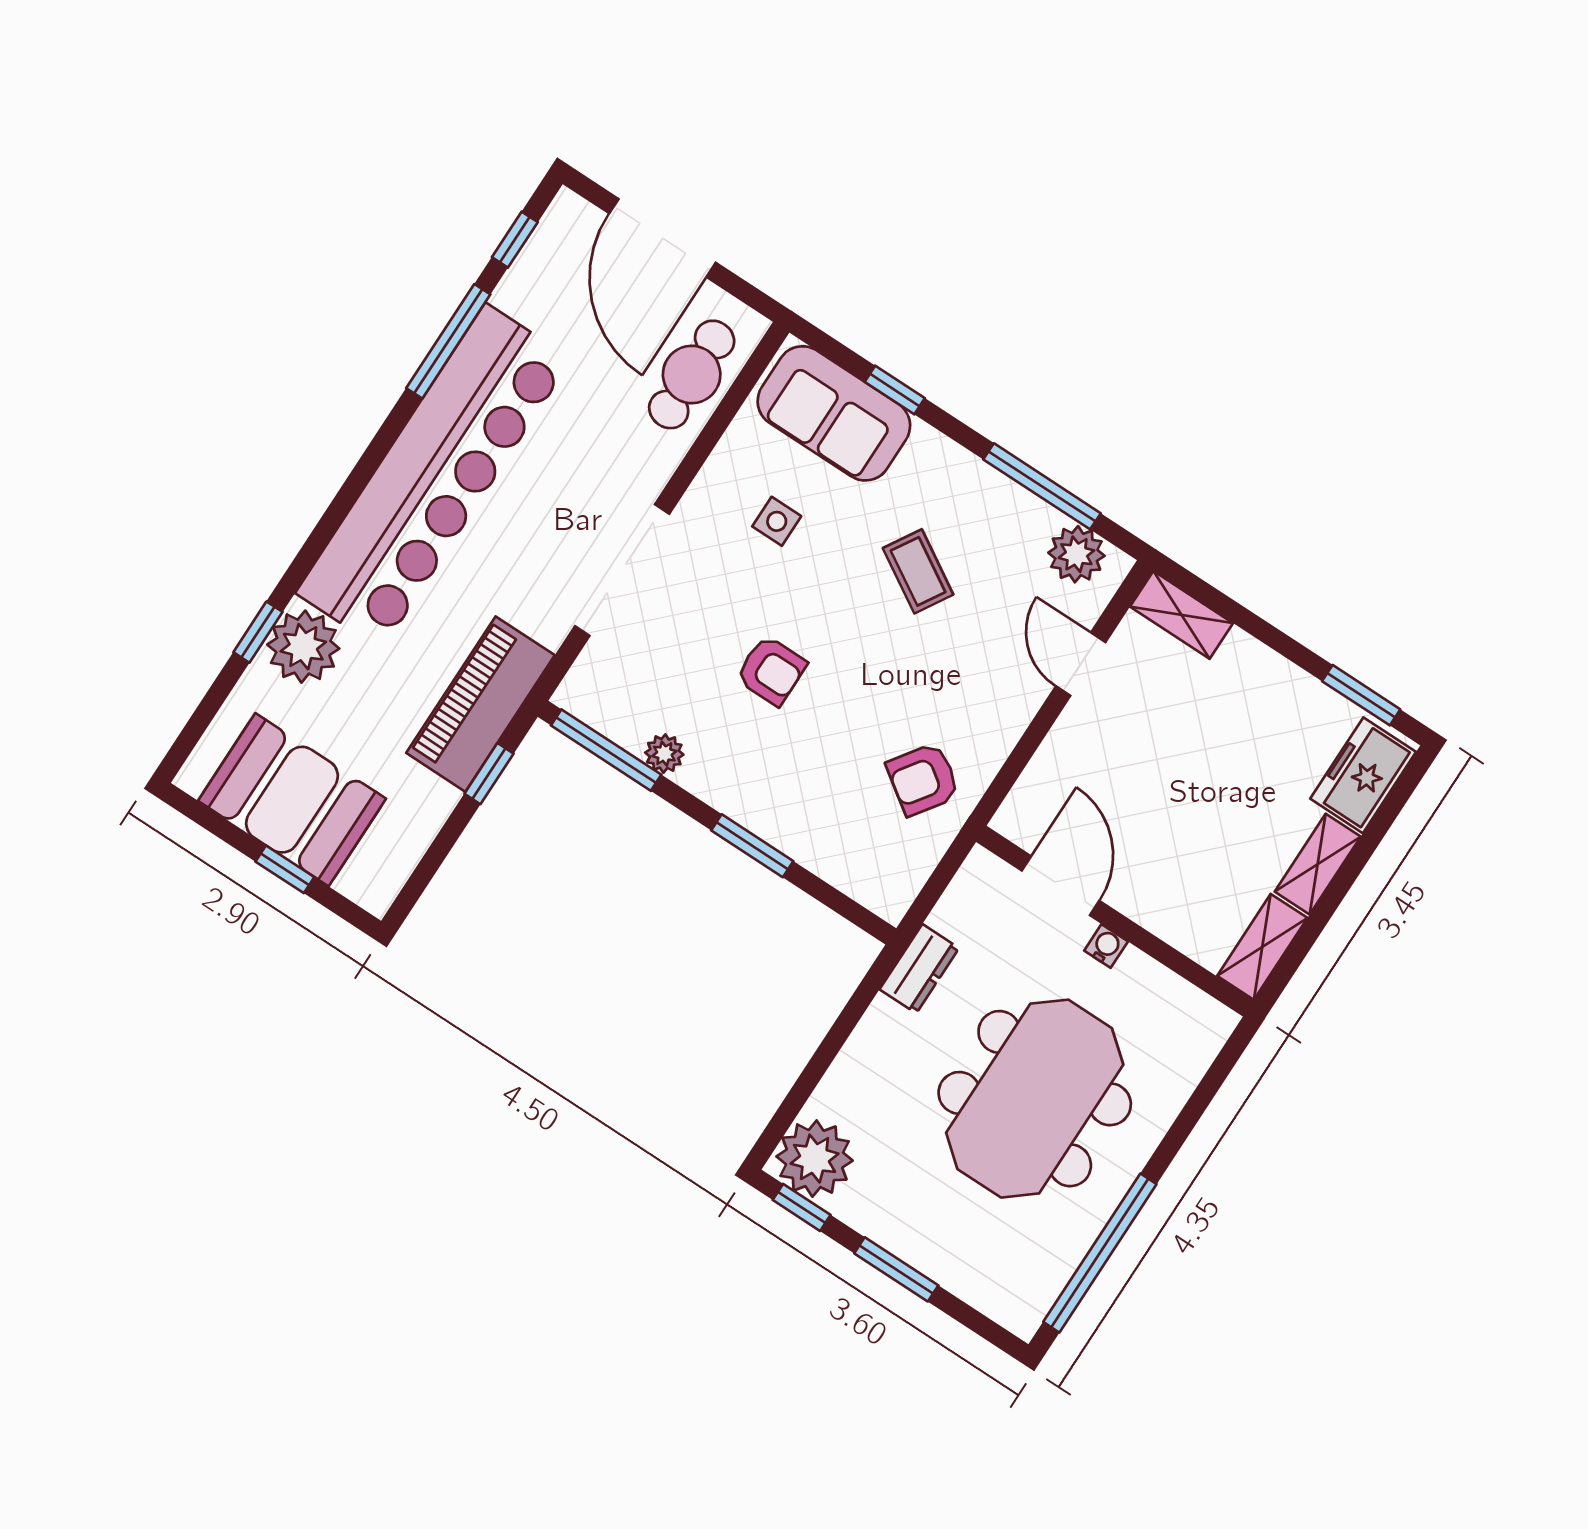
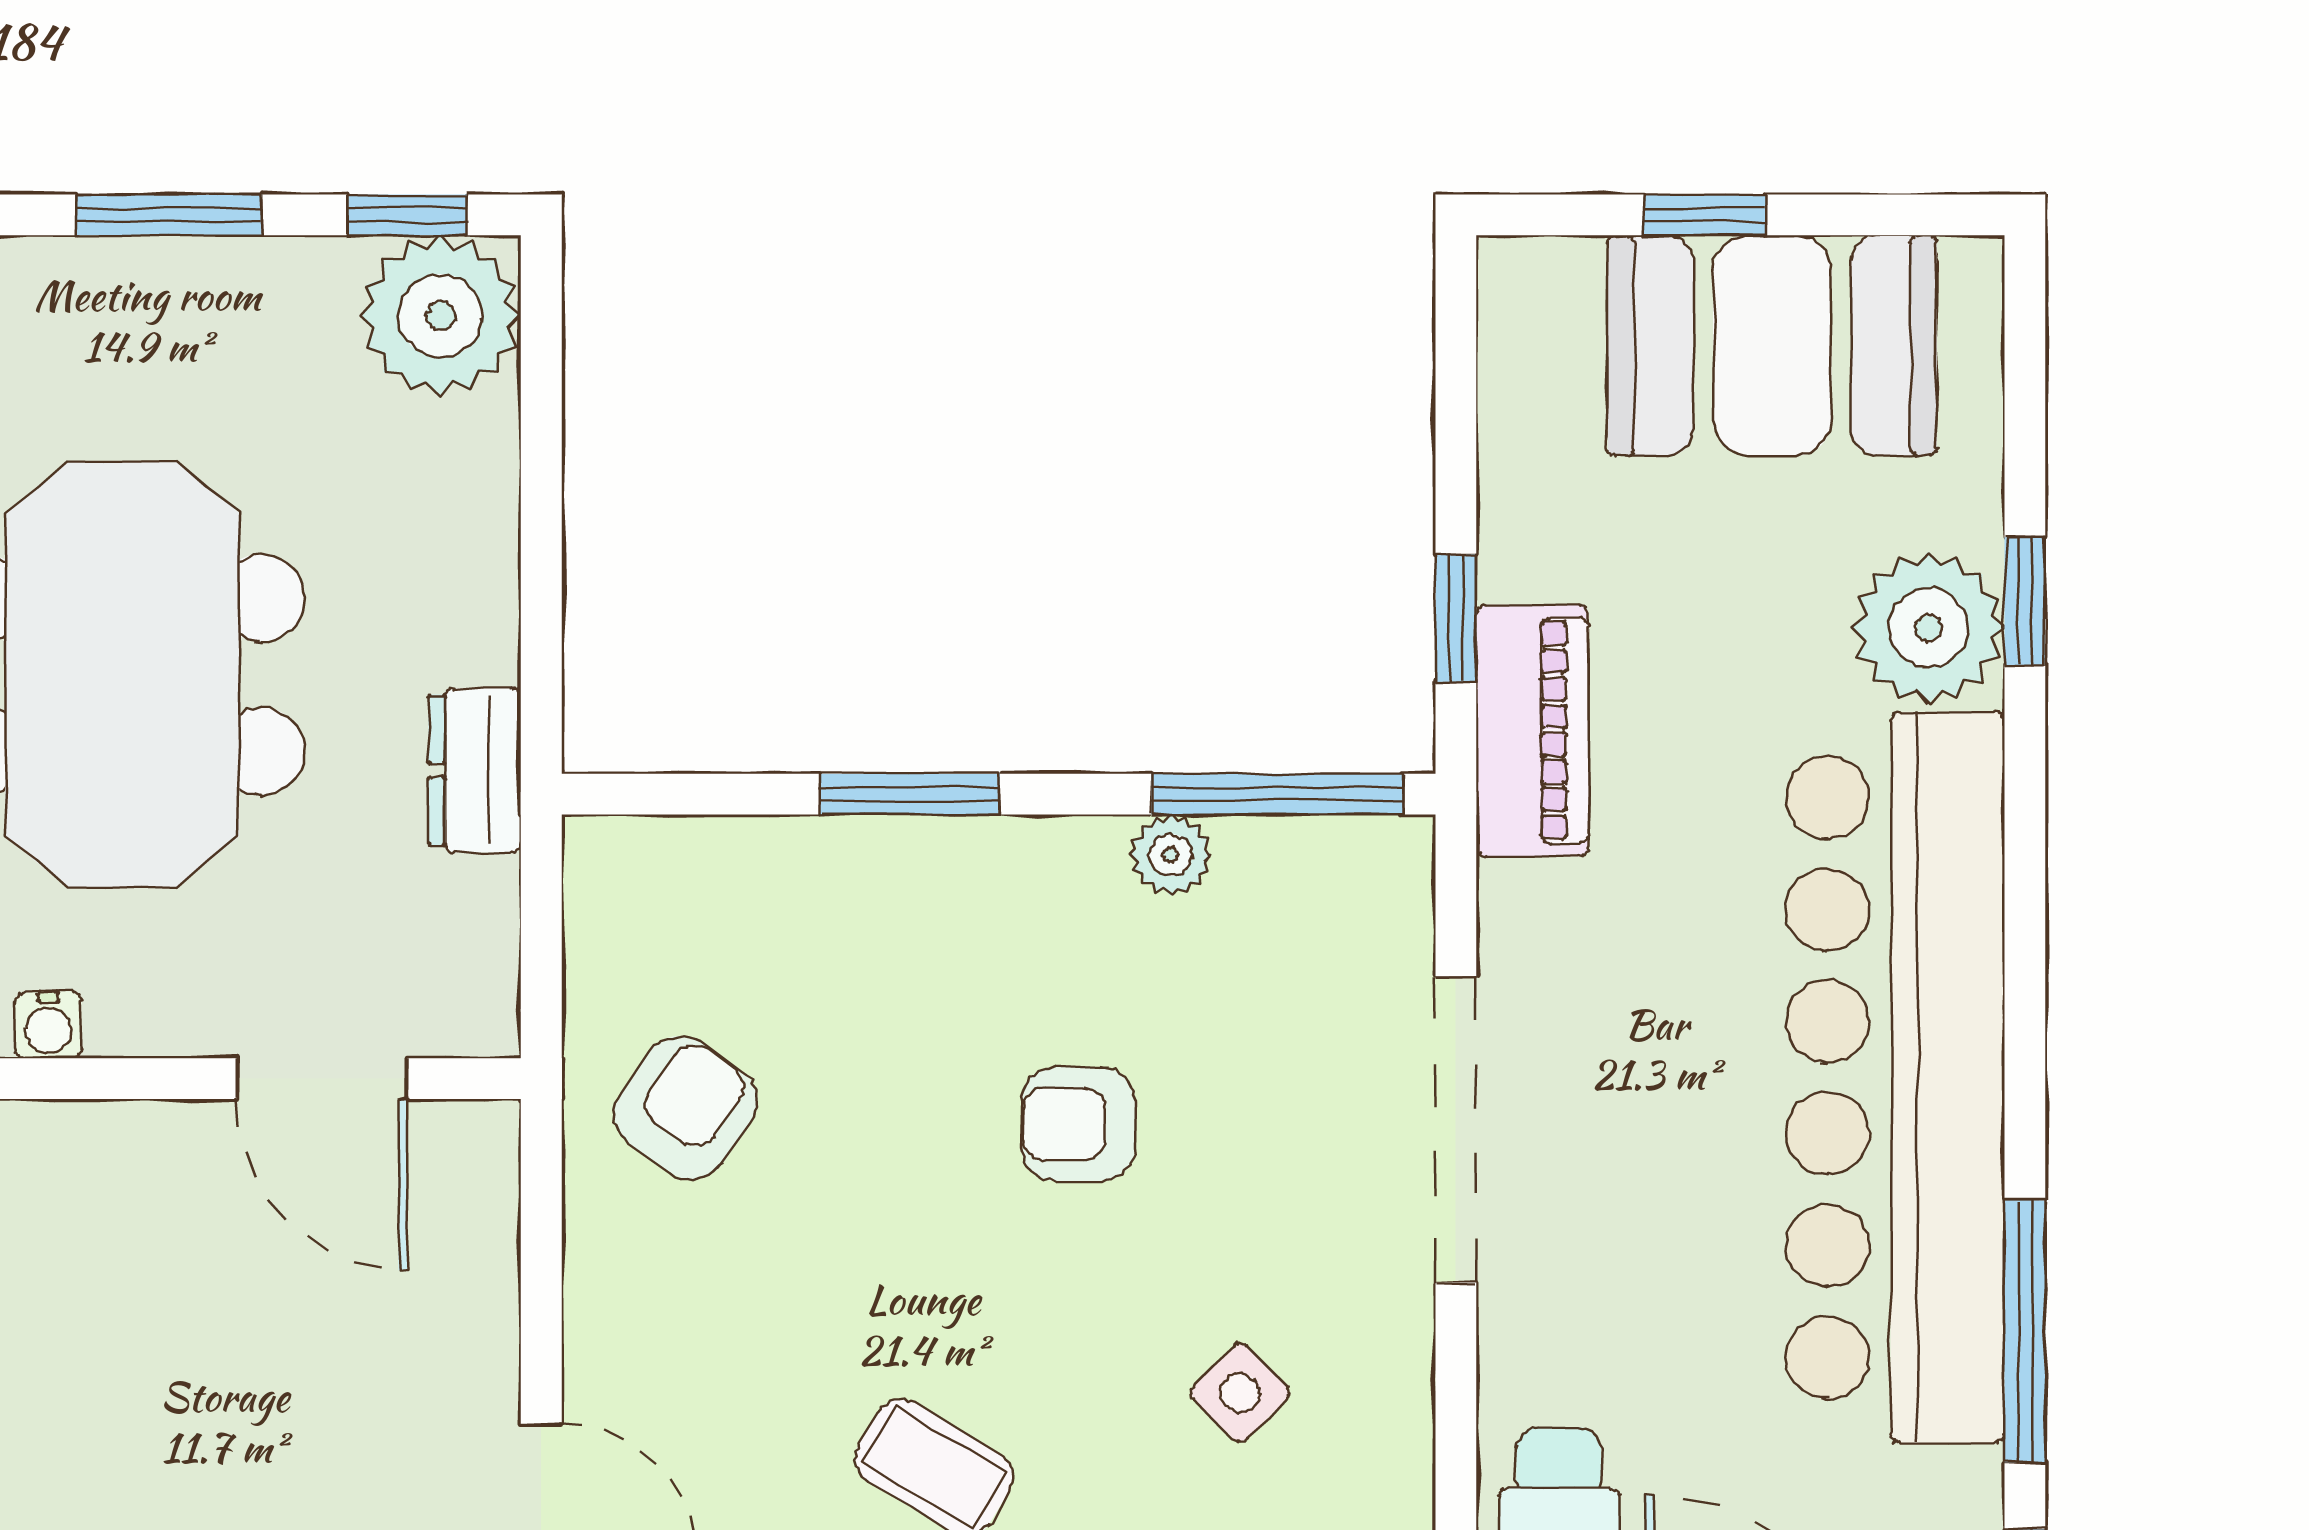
side table: (777, 521) -> (1240, 1393), turned 45
piano: (481, 704) -> (1532, 731), width x0.73, depth x0.75
water cooler: (1106, 946) -> (48, 1025), moved

